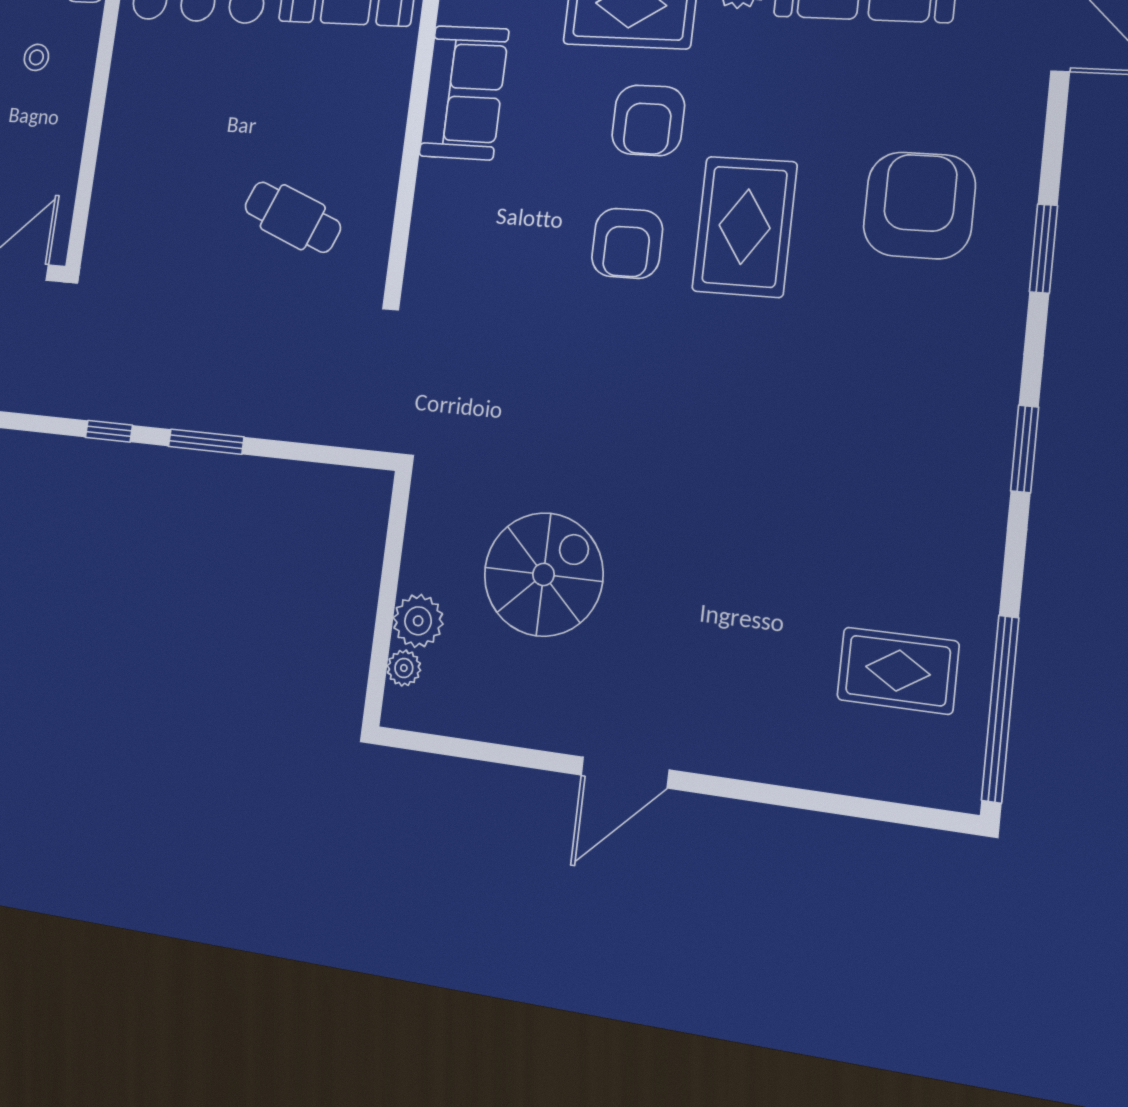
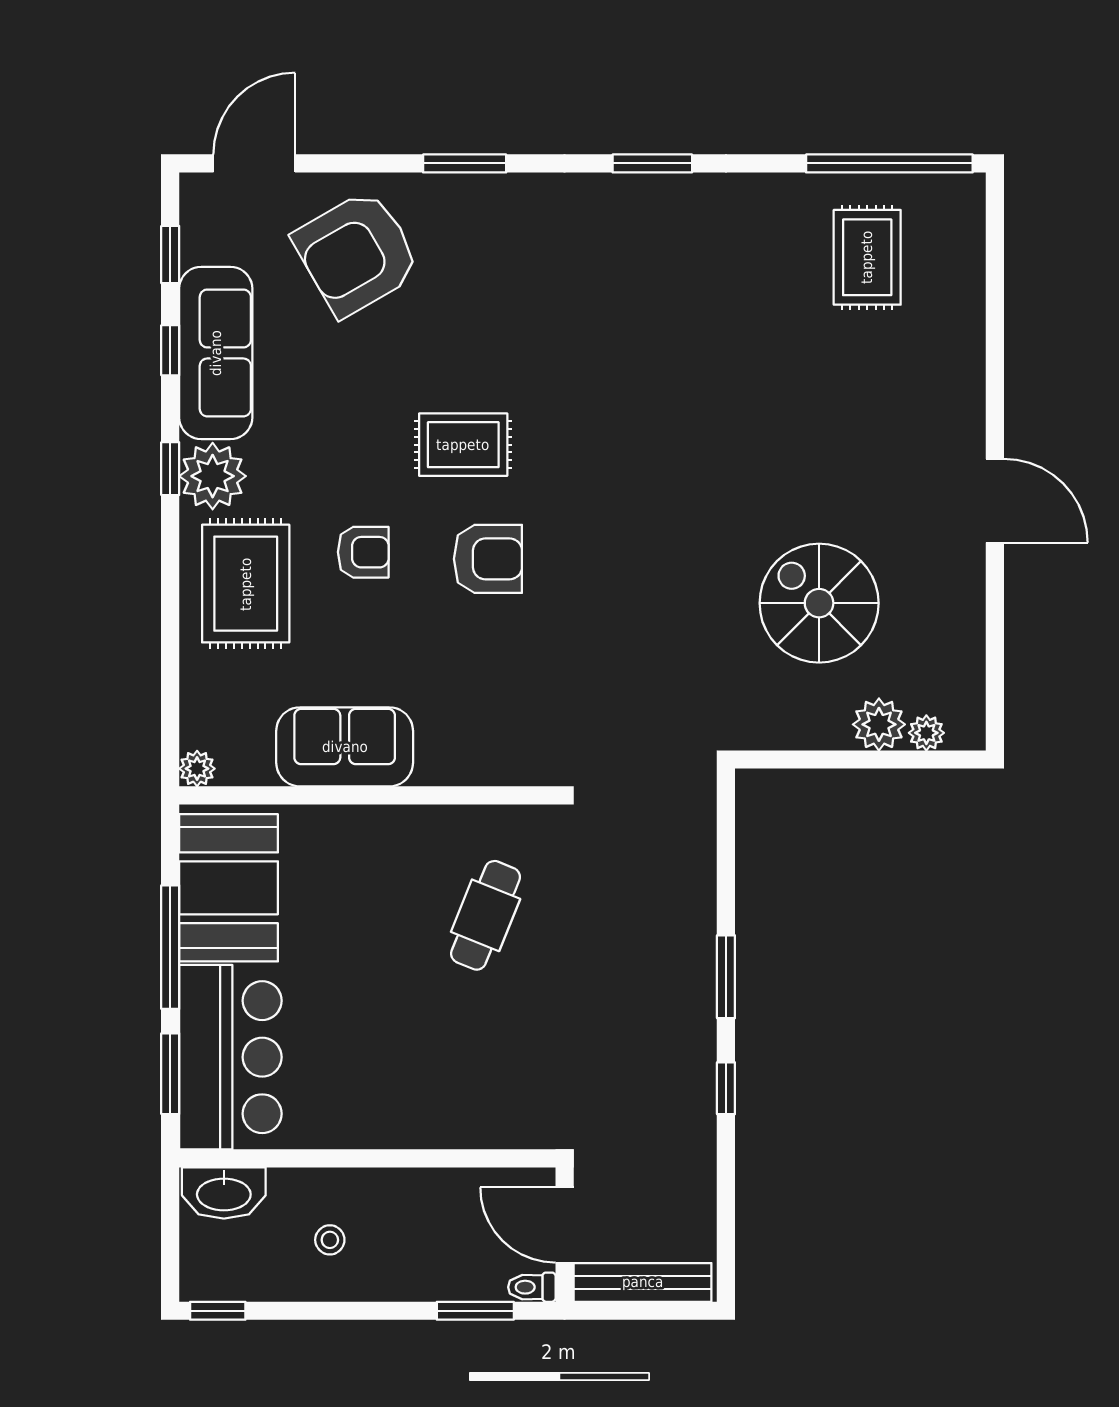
armchair: (648, 120) -> (363, 552), width x0.72, depth x0.72
armchair: (919, 205) -> (357, 253), moved, turned -30
rug: (745, 227) -> (463, 445), width x0.73, depth x0.70

